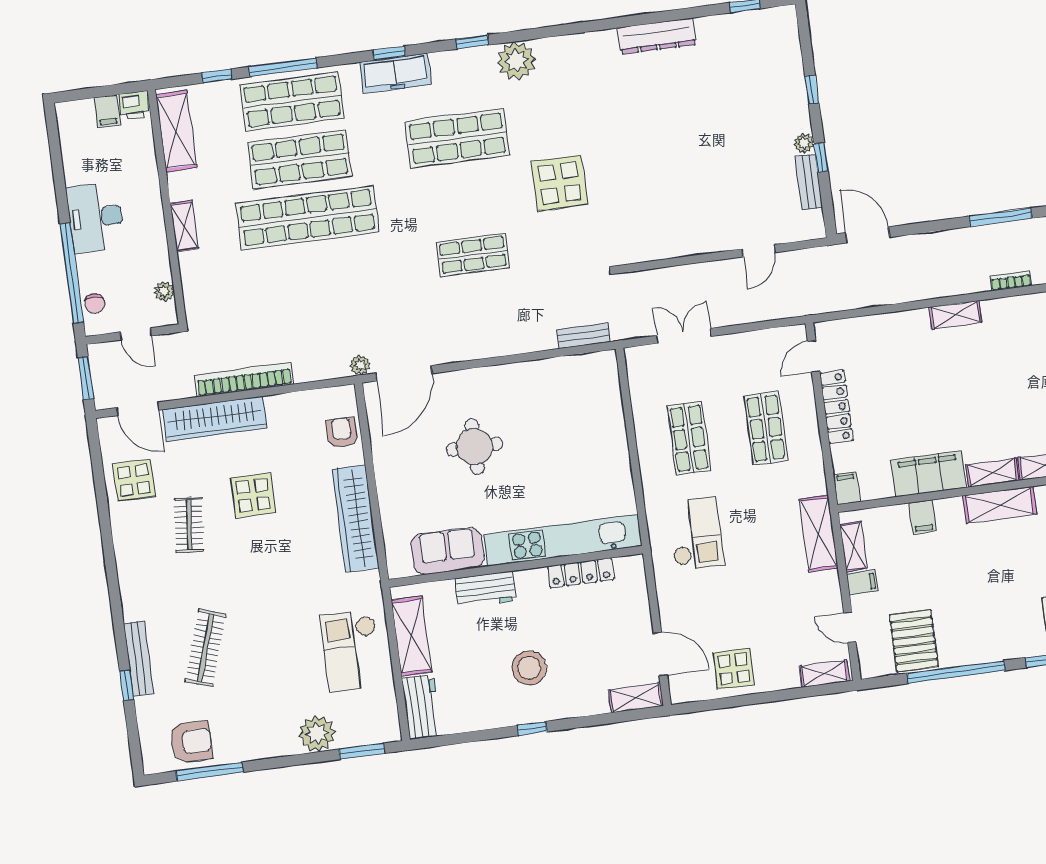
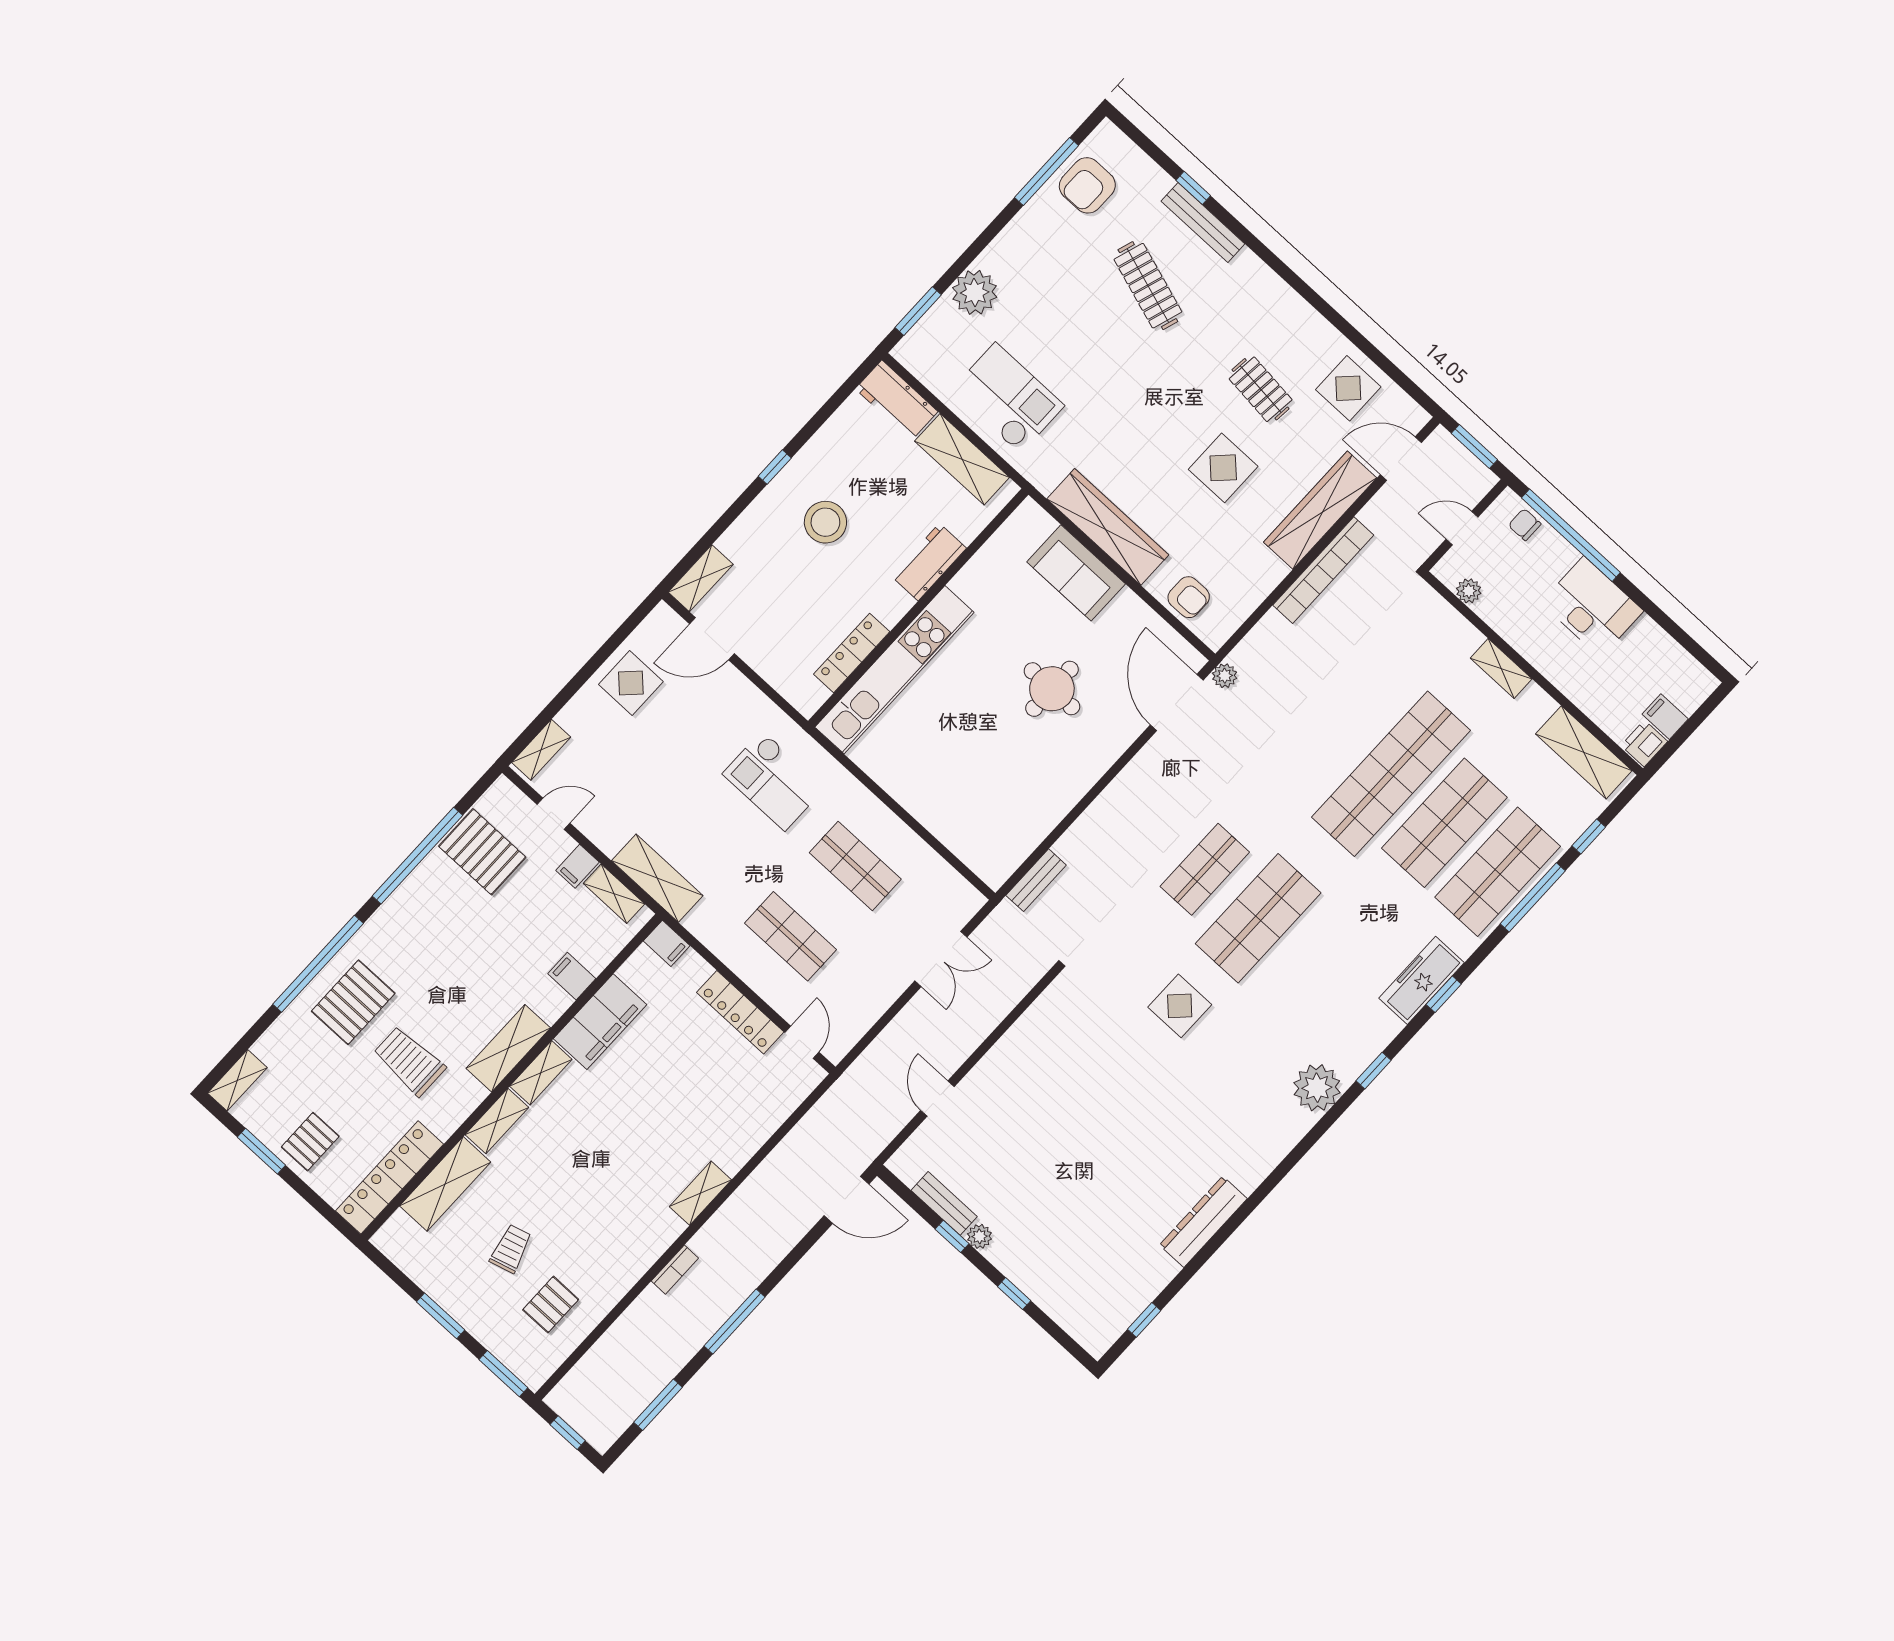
shop shelf: (457, 138) -> (1258, 918), moved
display table: (559, 183) -> (1180, 1006), width x0.73, depth x0.73
sofa: (448, 551) -> (1076, 573), moved, turned 90

